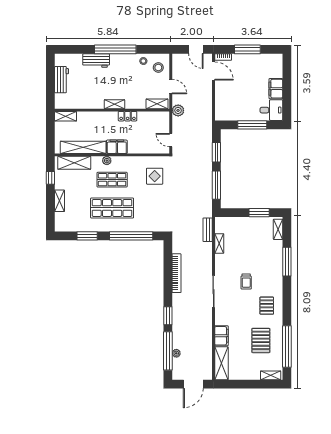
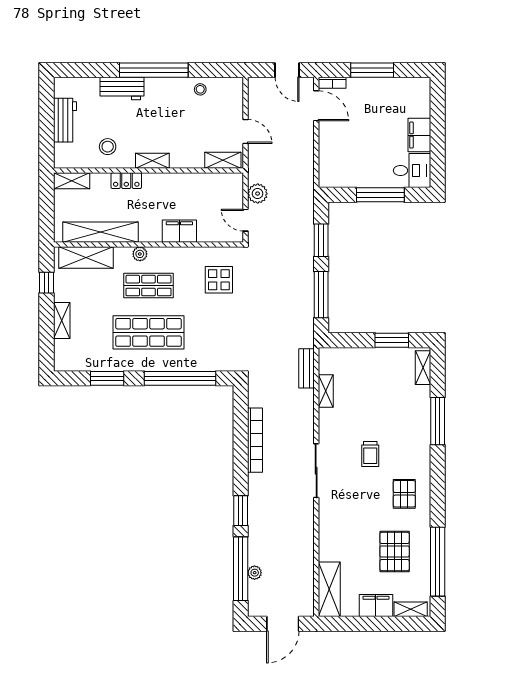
stool: (158, 68) -> (108, 147), moved
plant: (178, 110) -> (258, 194), moved
locker: (128, 116) -> (126, 181), moved
filing cabinet: (117, 147) -> (179, 231), moved
filing cabinet: (221, 336) -> (376, 606), moved, turned -90

